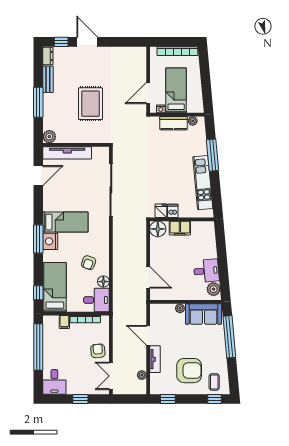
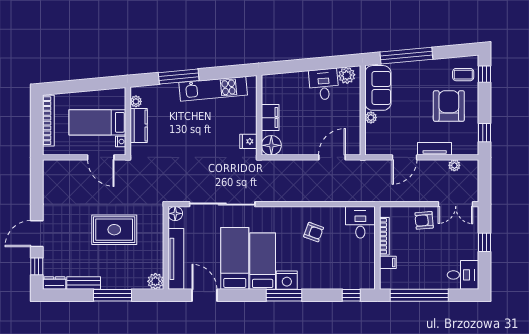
dishwasher: (173, 211) -> (249, 126), removed
floor lamp: (103, 282) -> (175, 213), moved
bed: (55, 287) -> (235, 258), moved, turned 90

